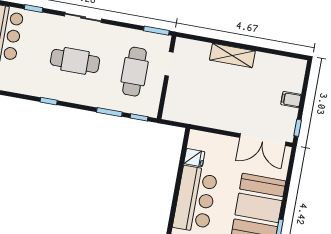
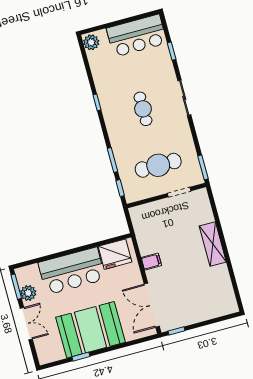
cafe table: (75, 61) -> (143, 109), width x0.73, depth x0.74
filing cabinet: (291, 100) -> (151, 262), moved, turned 90
fridge: (194, 158) -> (115, 254), width x1.88, depth x1.34

